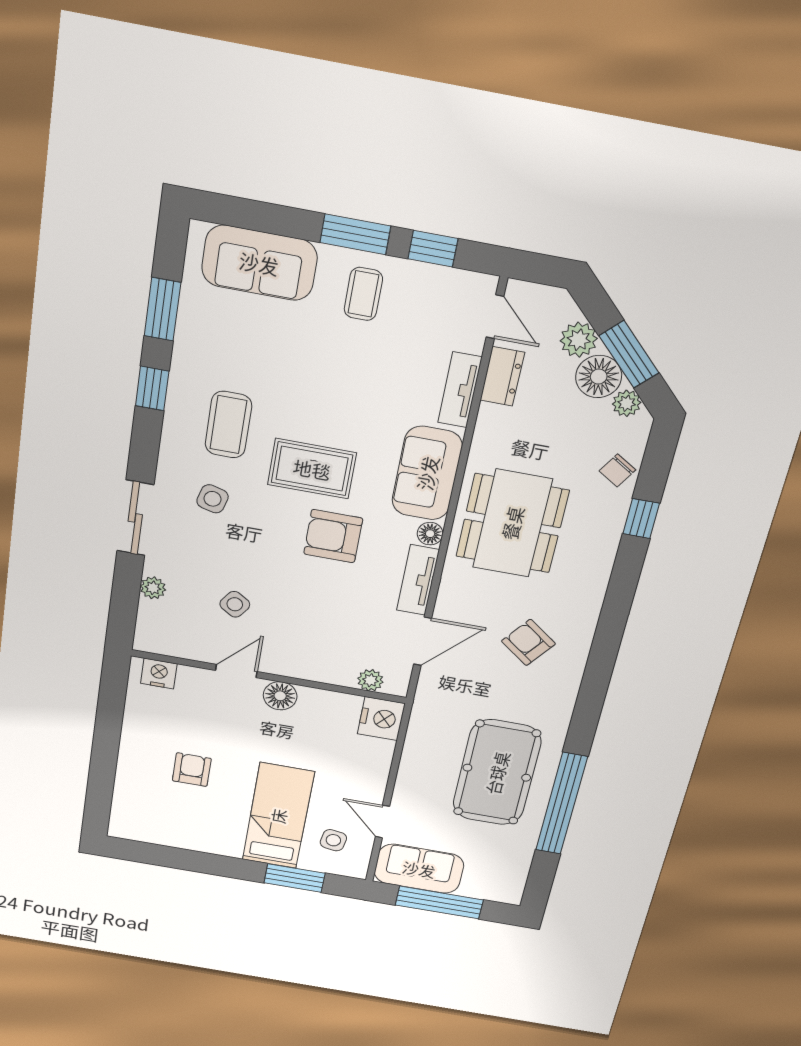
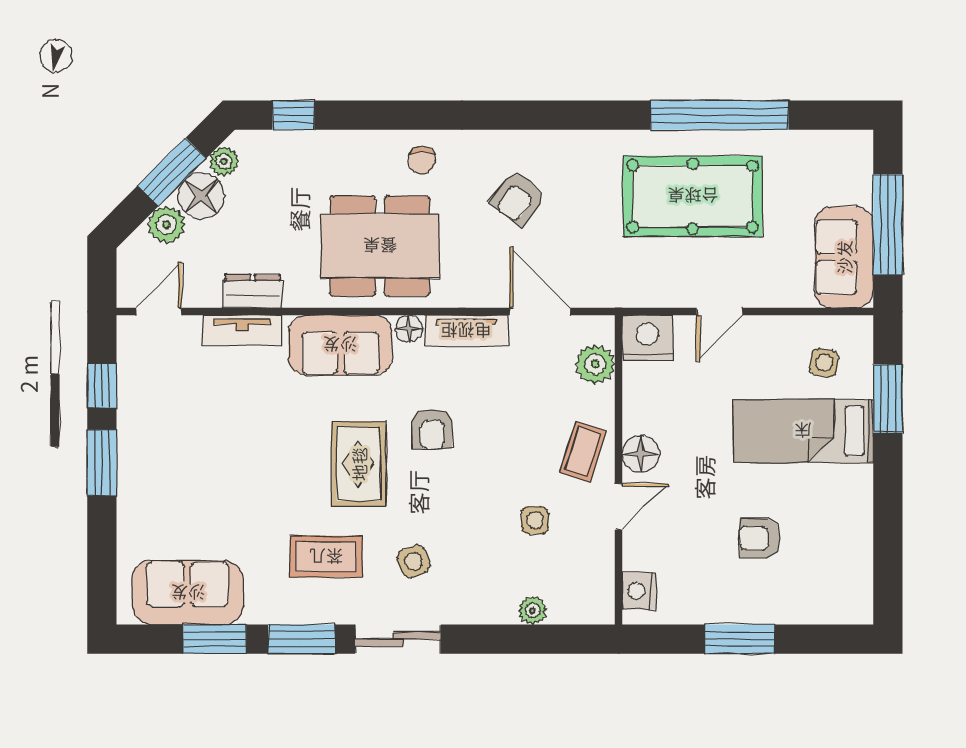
sofa: (259, 263) -> (188, 593), moved, turned -90
coffee table: (363, 294) -> (583, 452), moved, turned -72
dresser: (502, 376) -> (253, 291), moved
window: (152, 388) -> (301, 639), width x1.50
chair: (617, 470) -> (422, 160), moved, turned 58
side table: (213, 499) -> (414, 561), turned -37
sliding door: (135, 518) -> (398, 639), moved
window: (641, 519) -> (293, 115), moved
armchair: (333, 536) -> (432, 429), width x0.72, depth x0.72
side table: (235, 604) -> (535, 520), turned -34
door: (236, 671) -> (619, 507), swing flipped
plant: (370, 680) -> (595, 364), width x1.38, depth x1.38
window: (106, 740) -> (740, 639), added
door: (382, 821) -> (720, 312), moved

